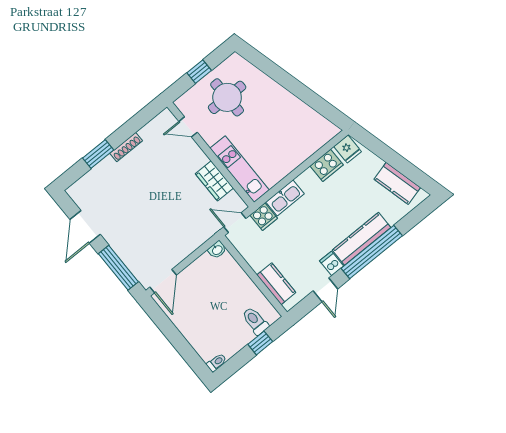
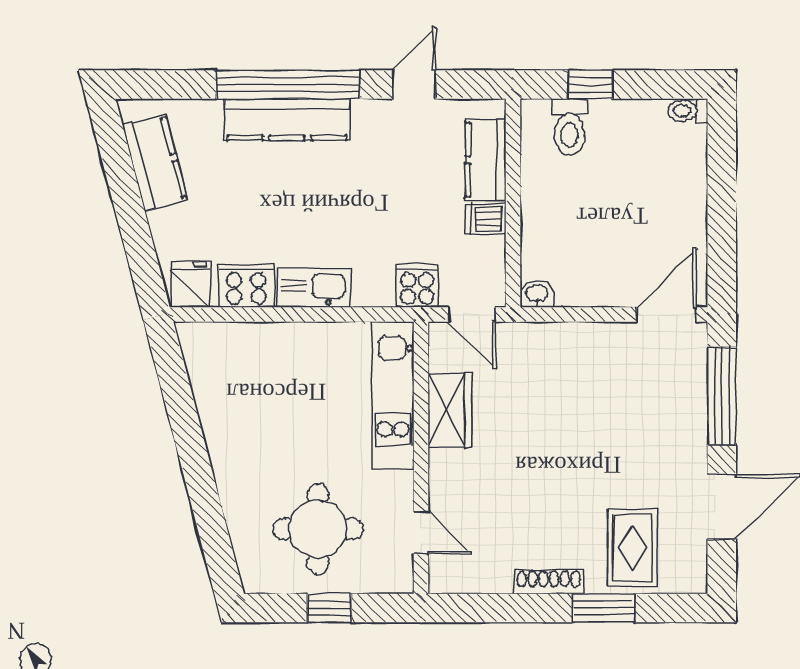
rug: (106, 185) -> (633, 548), added
kitchen sink: (285, 198) -> (314, 288), moved
dishwasher: (332, 263) -> (485, 219), moved, turned 90

